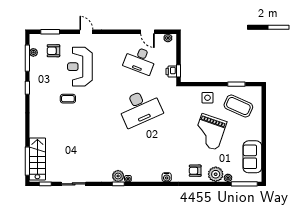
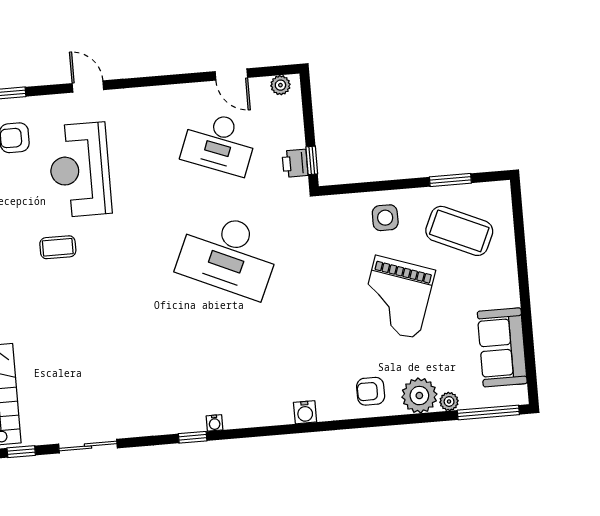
desk: (140, 108) -> (229, 254), turned 48
plant: (118, 176) -> (191, 419), removed

